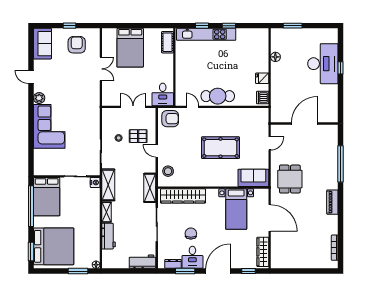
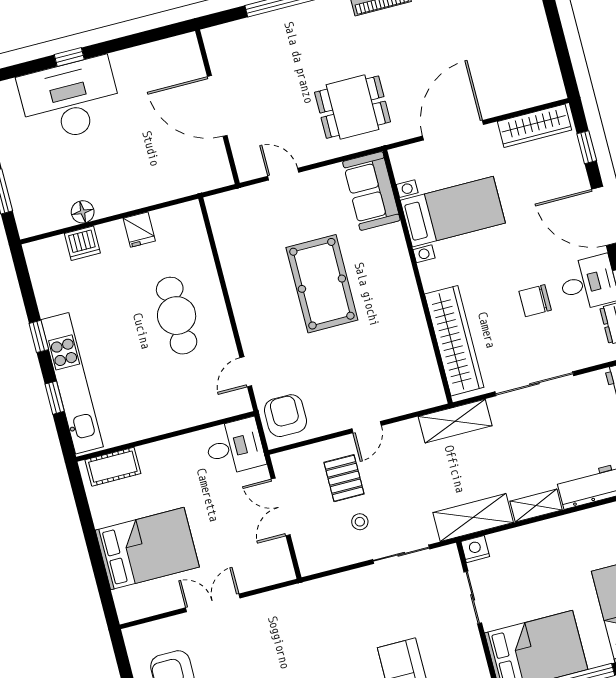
cafe table: (218, 96) -> (177, 316), moved
dishwasher: (263, 98) -> (82, 243), moved
stool: (168, 171) -> (406, 389), removed

